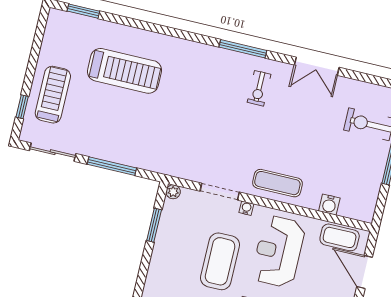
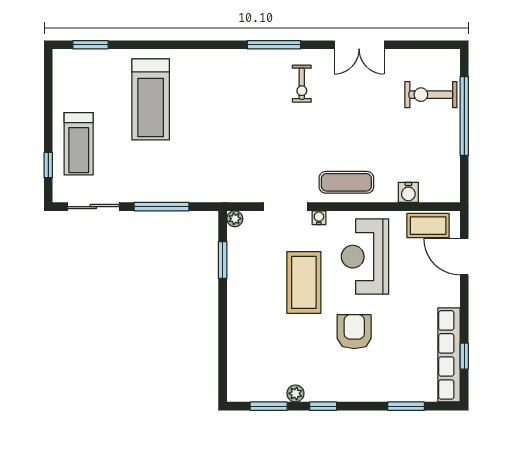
treadmill: (124, 71) -> (151, 99), turned 90
treadmill: (53, 95) -> (79, 144), turned 180

